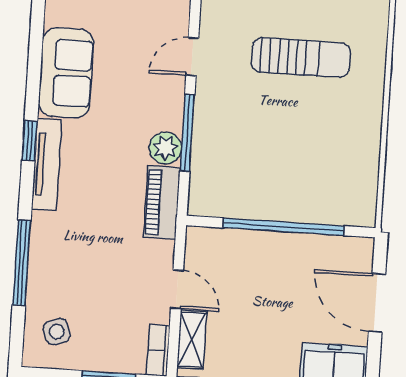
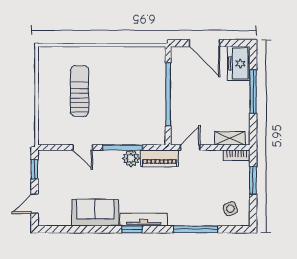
door: (177, 289) -> (190, 148), moved
door: (377, 303) -> (205, 43), hinge flipped

